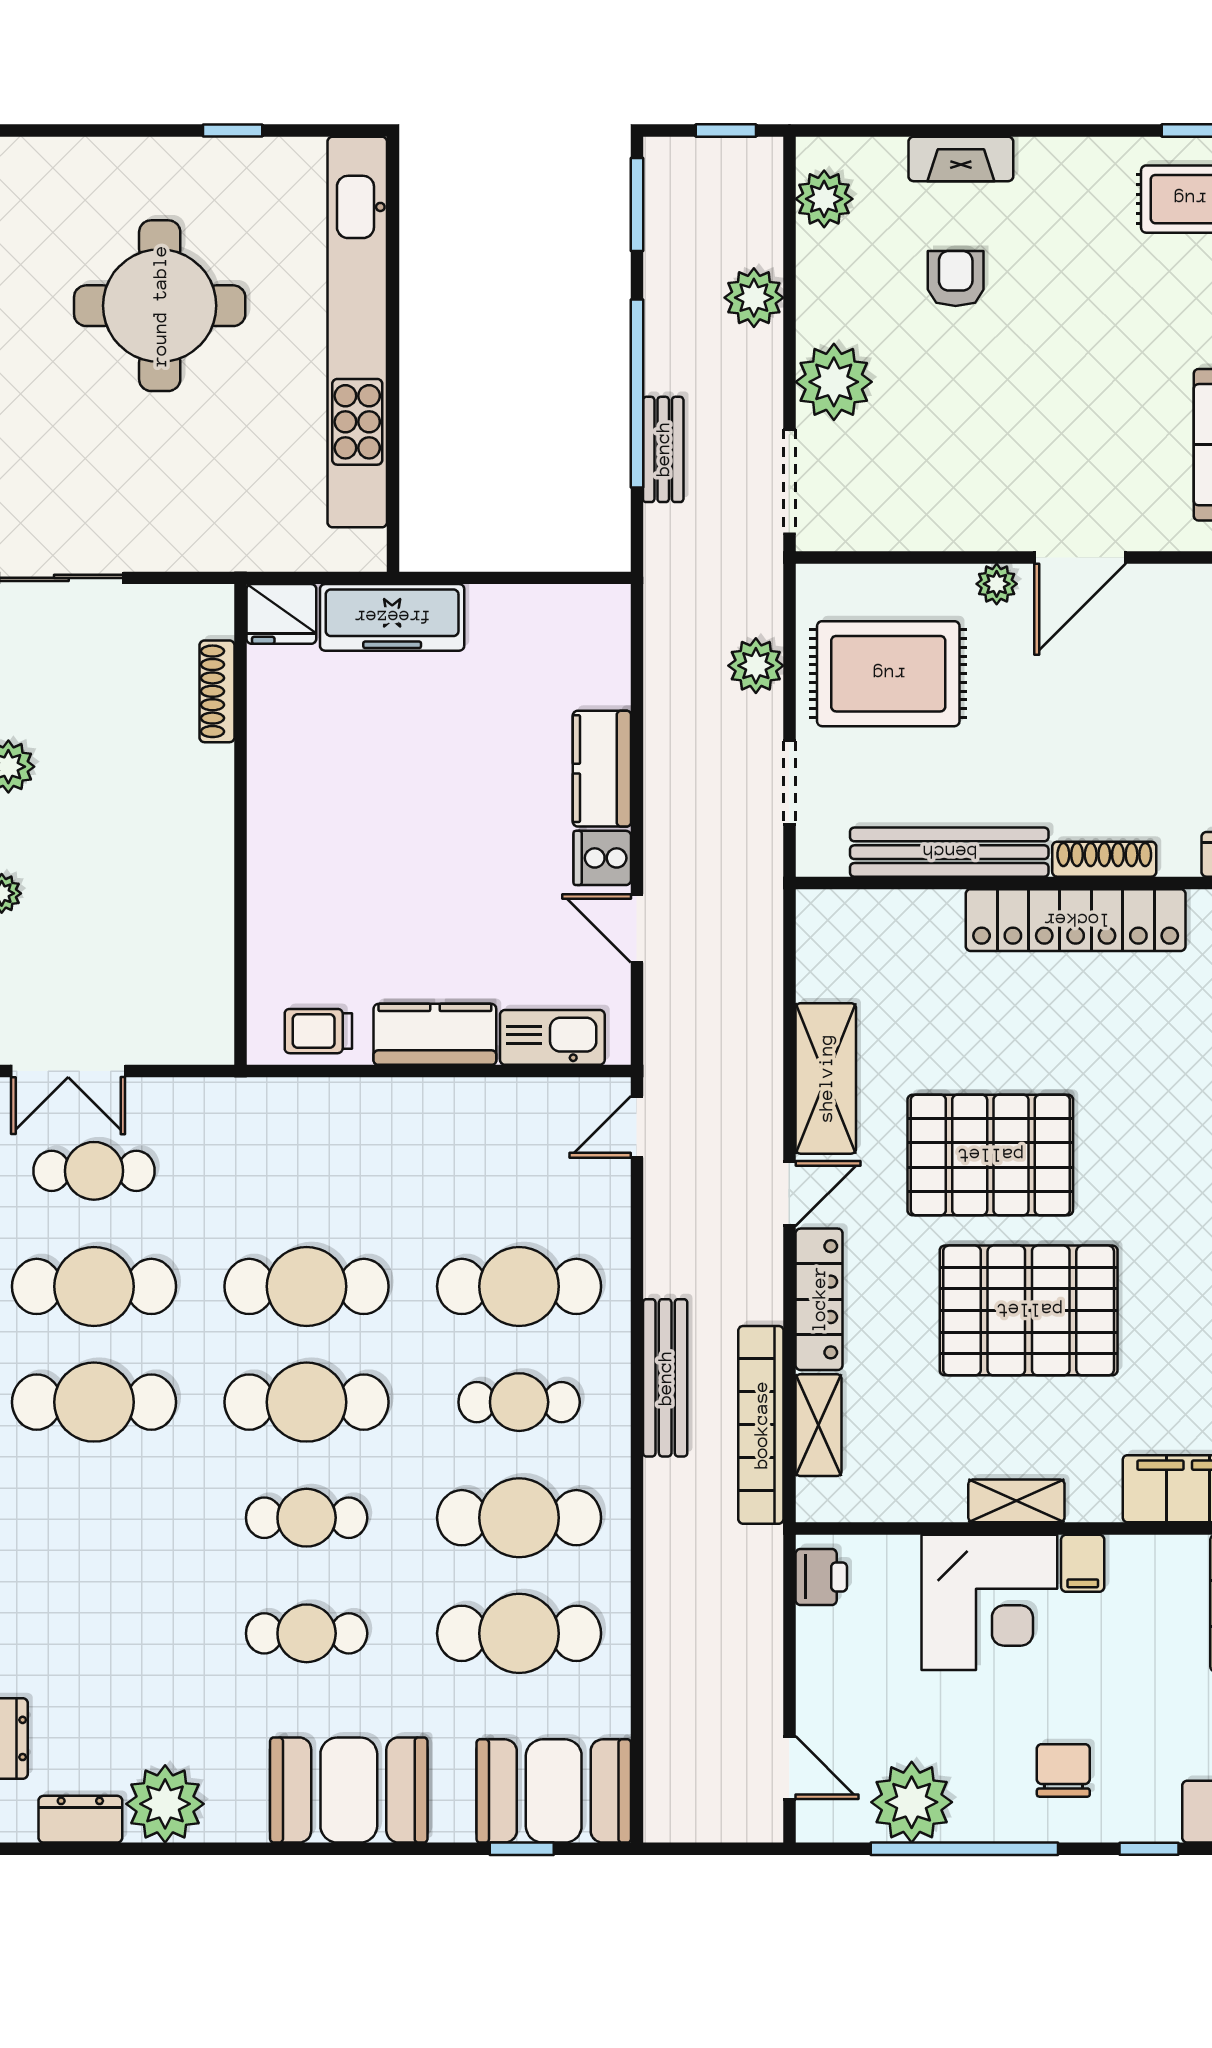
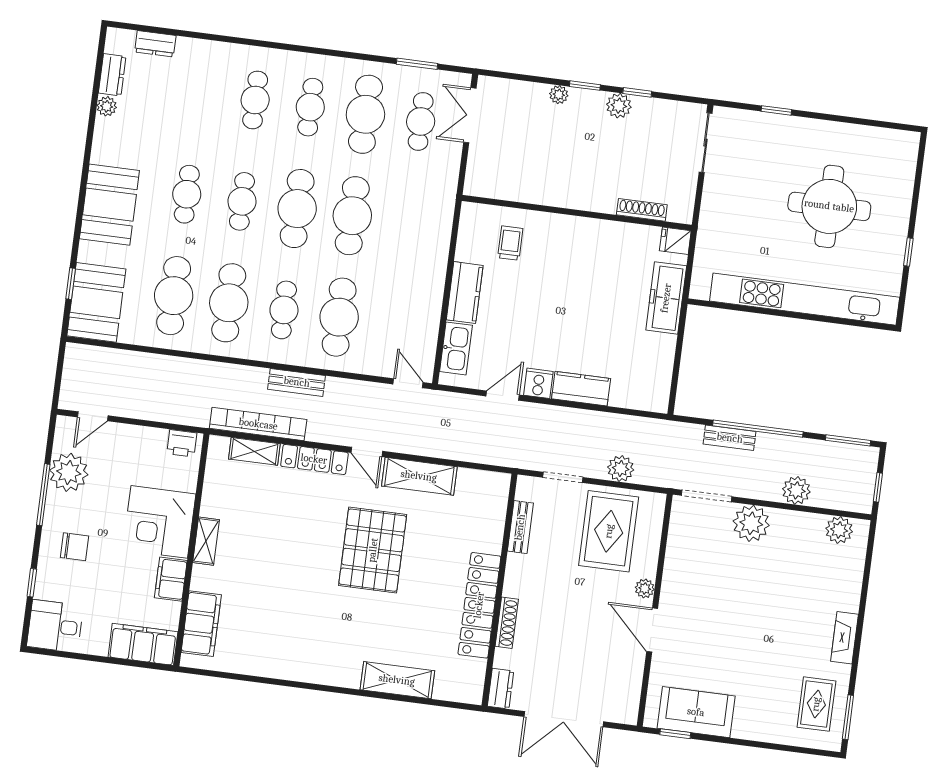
fireplace: (961, 159) -> (844, 638), moved
armchair: (956, 278) -> (793, 588), removed
fridge: (281, 614) -> (675, 241), width x0.72
bench: (949, 852) -> (520, 527), width x0.54, depth x0.82
trolley: (318, 1031) -> (510, 243), moved
pallet: (1029, 1310) -> (296, 559), removed
bench: (665, 1378) -> (297, 382), width x0.73
cafe table: (94, 1402) -> (310, 107), width x0.73, depth x0.74
cafe table: (94, 1518) -> (255, 100), added
filing cabinet: (1083, 1563) -> (171, 579), width x2.00
plant: (165, 1804) -> (107, 106), width x0.53, depth x0.53
window: (964, 1849) -> (43, 495), width x0.68

